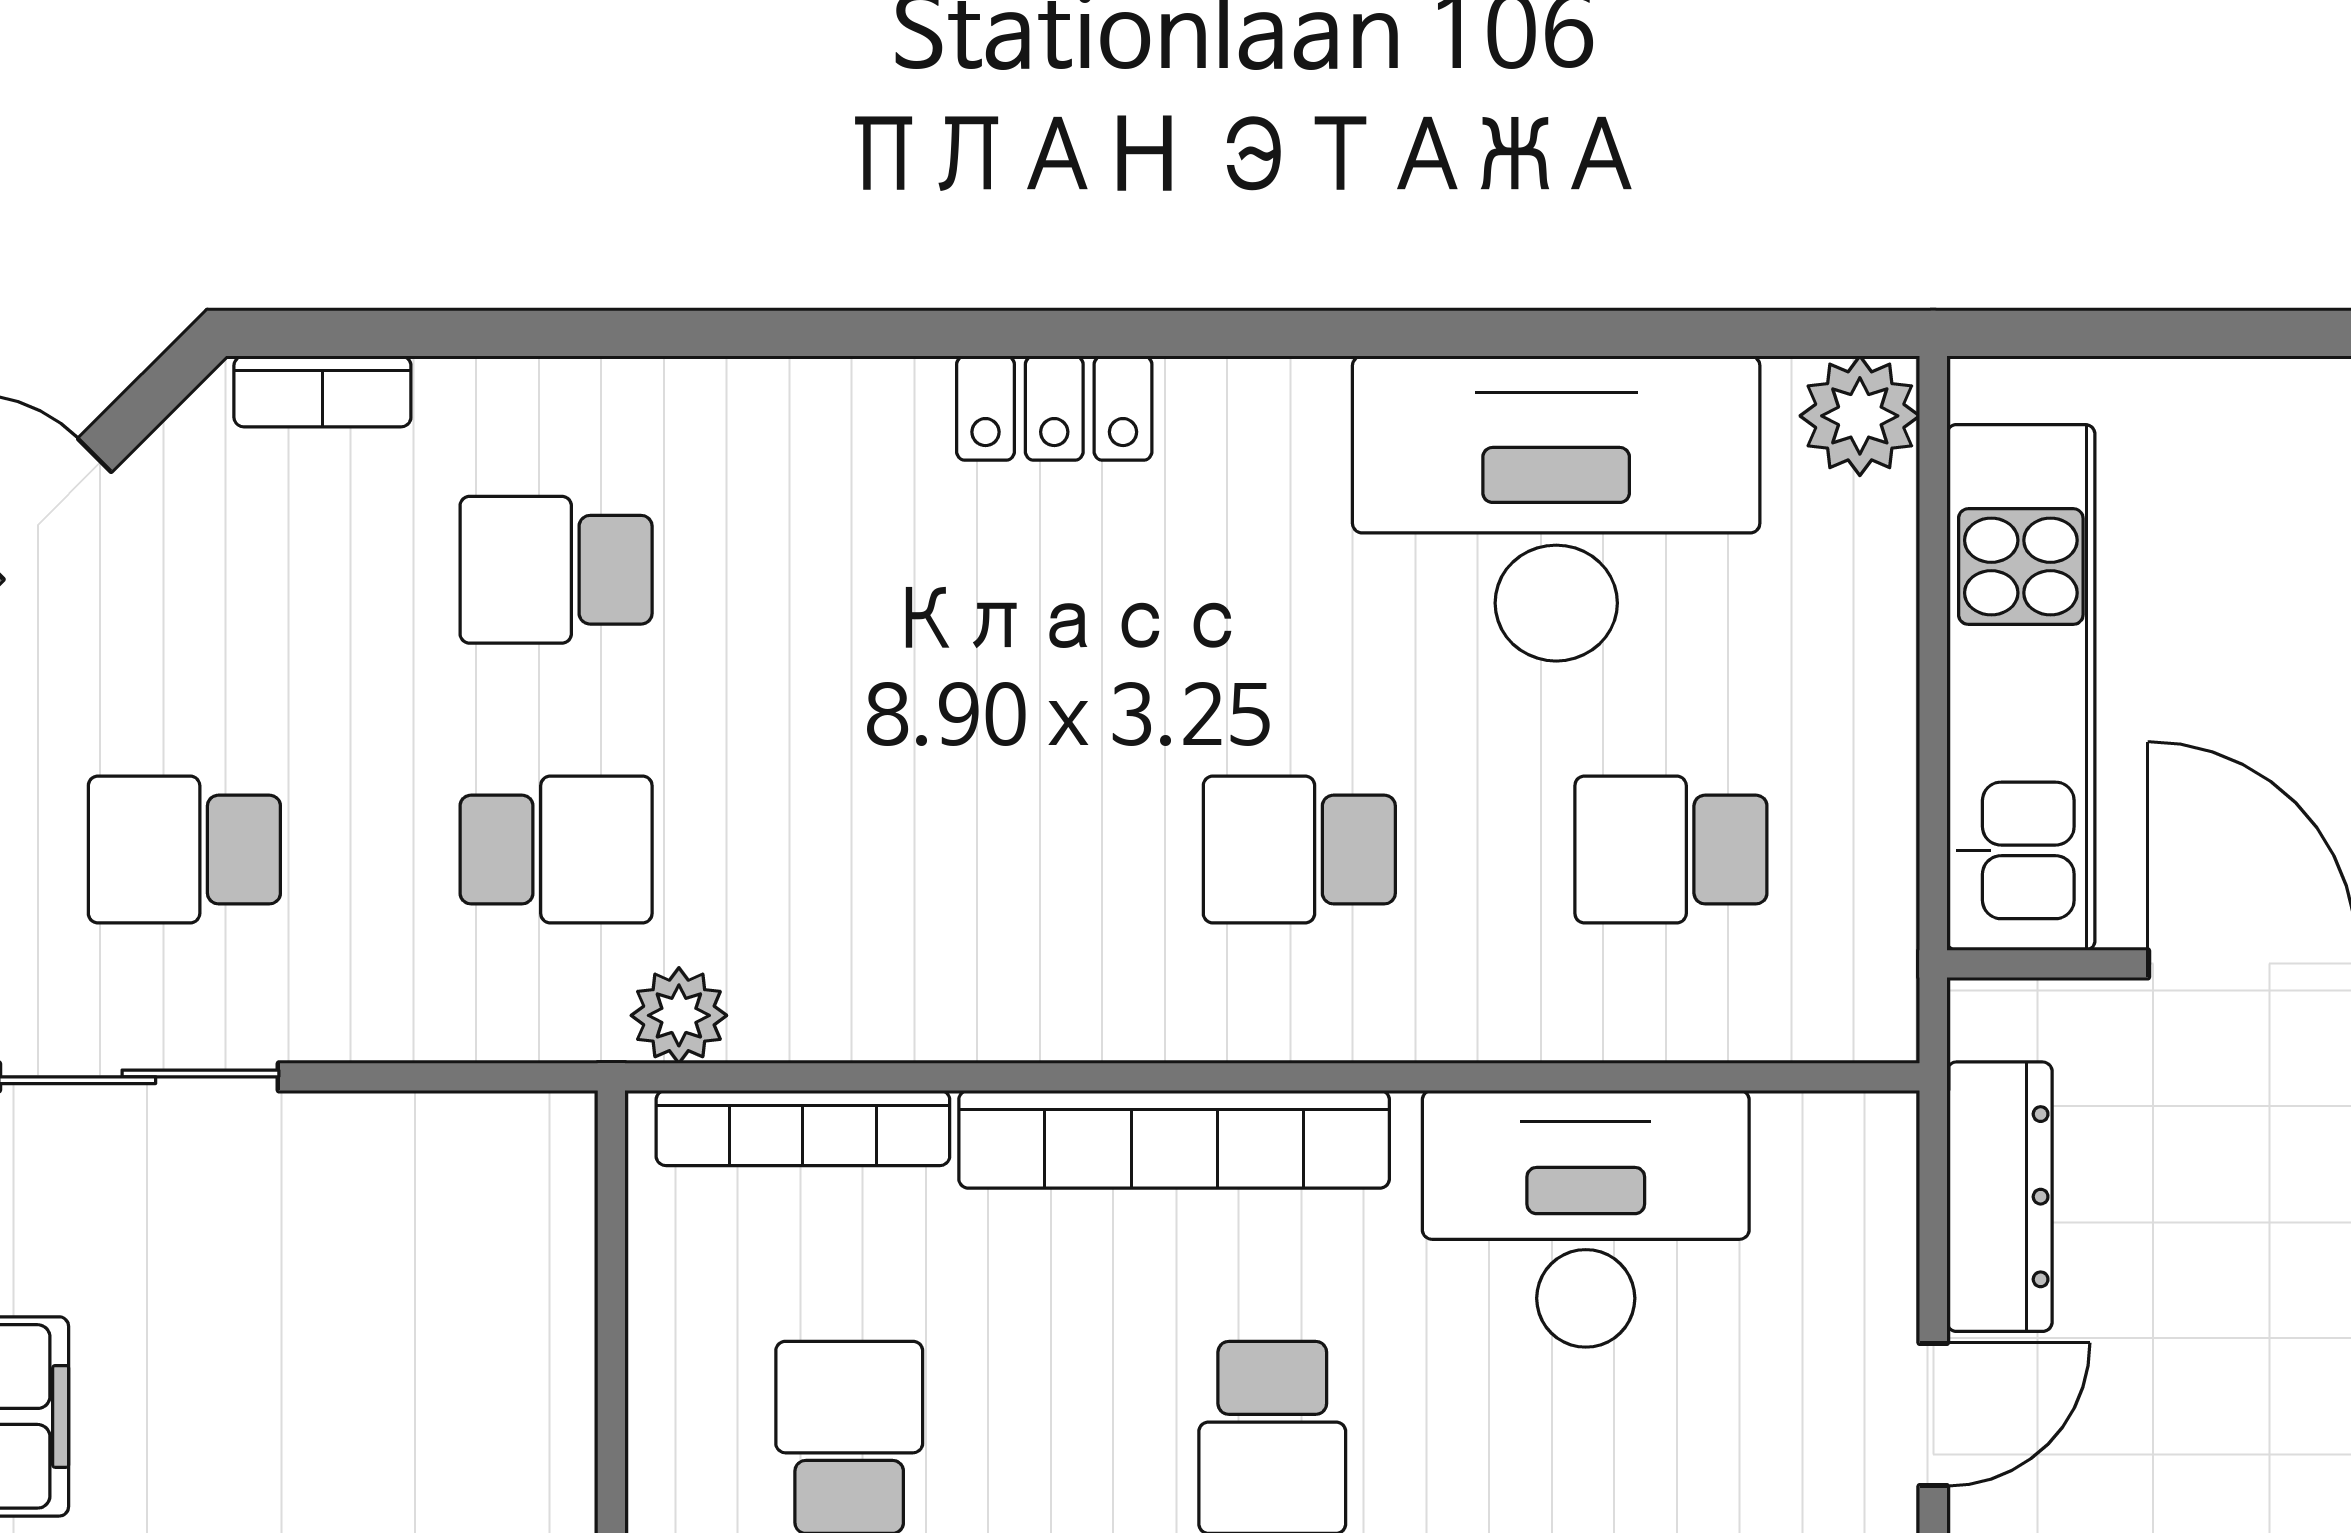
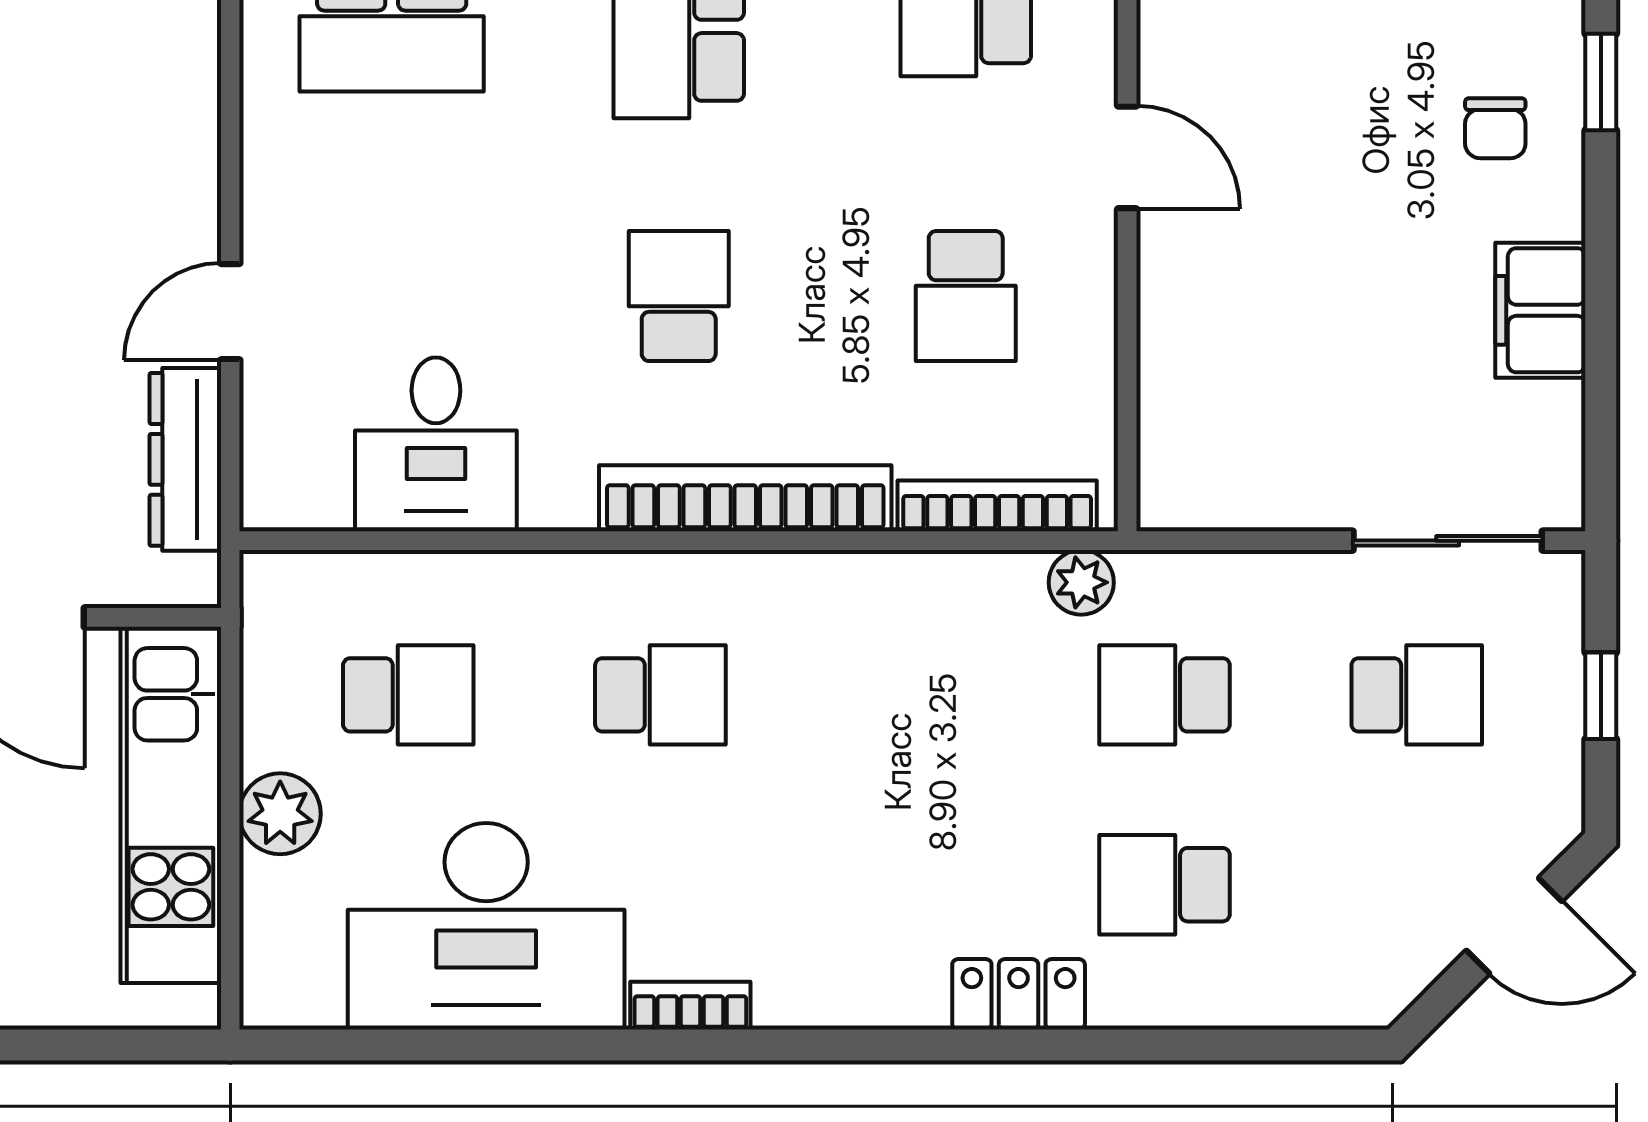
bookcase: (322, 391) -> (690, 1006), moved
locker: (1054, 408) -> (1019, 994), moved
plant: (1860, 416) -> (280, 814), moved
school desk: (556, 570) -> (1165, 885), turned 180
desk: (1586, 1219) -> (436, 444), width x0.73

